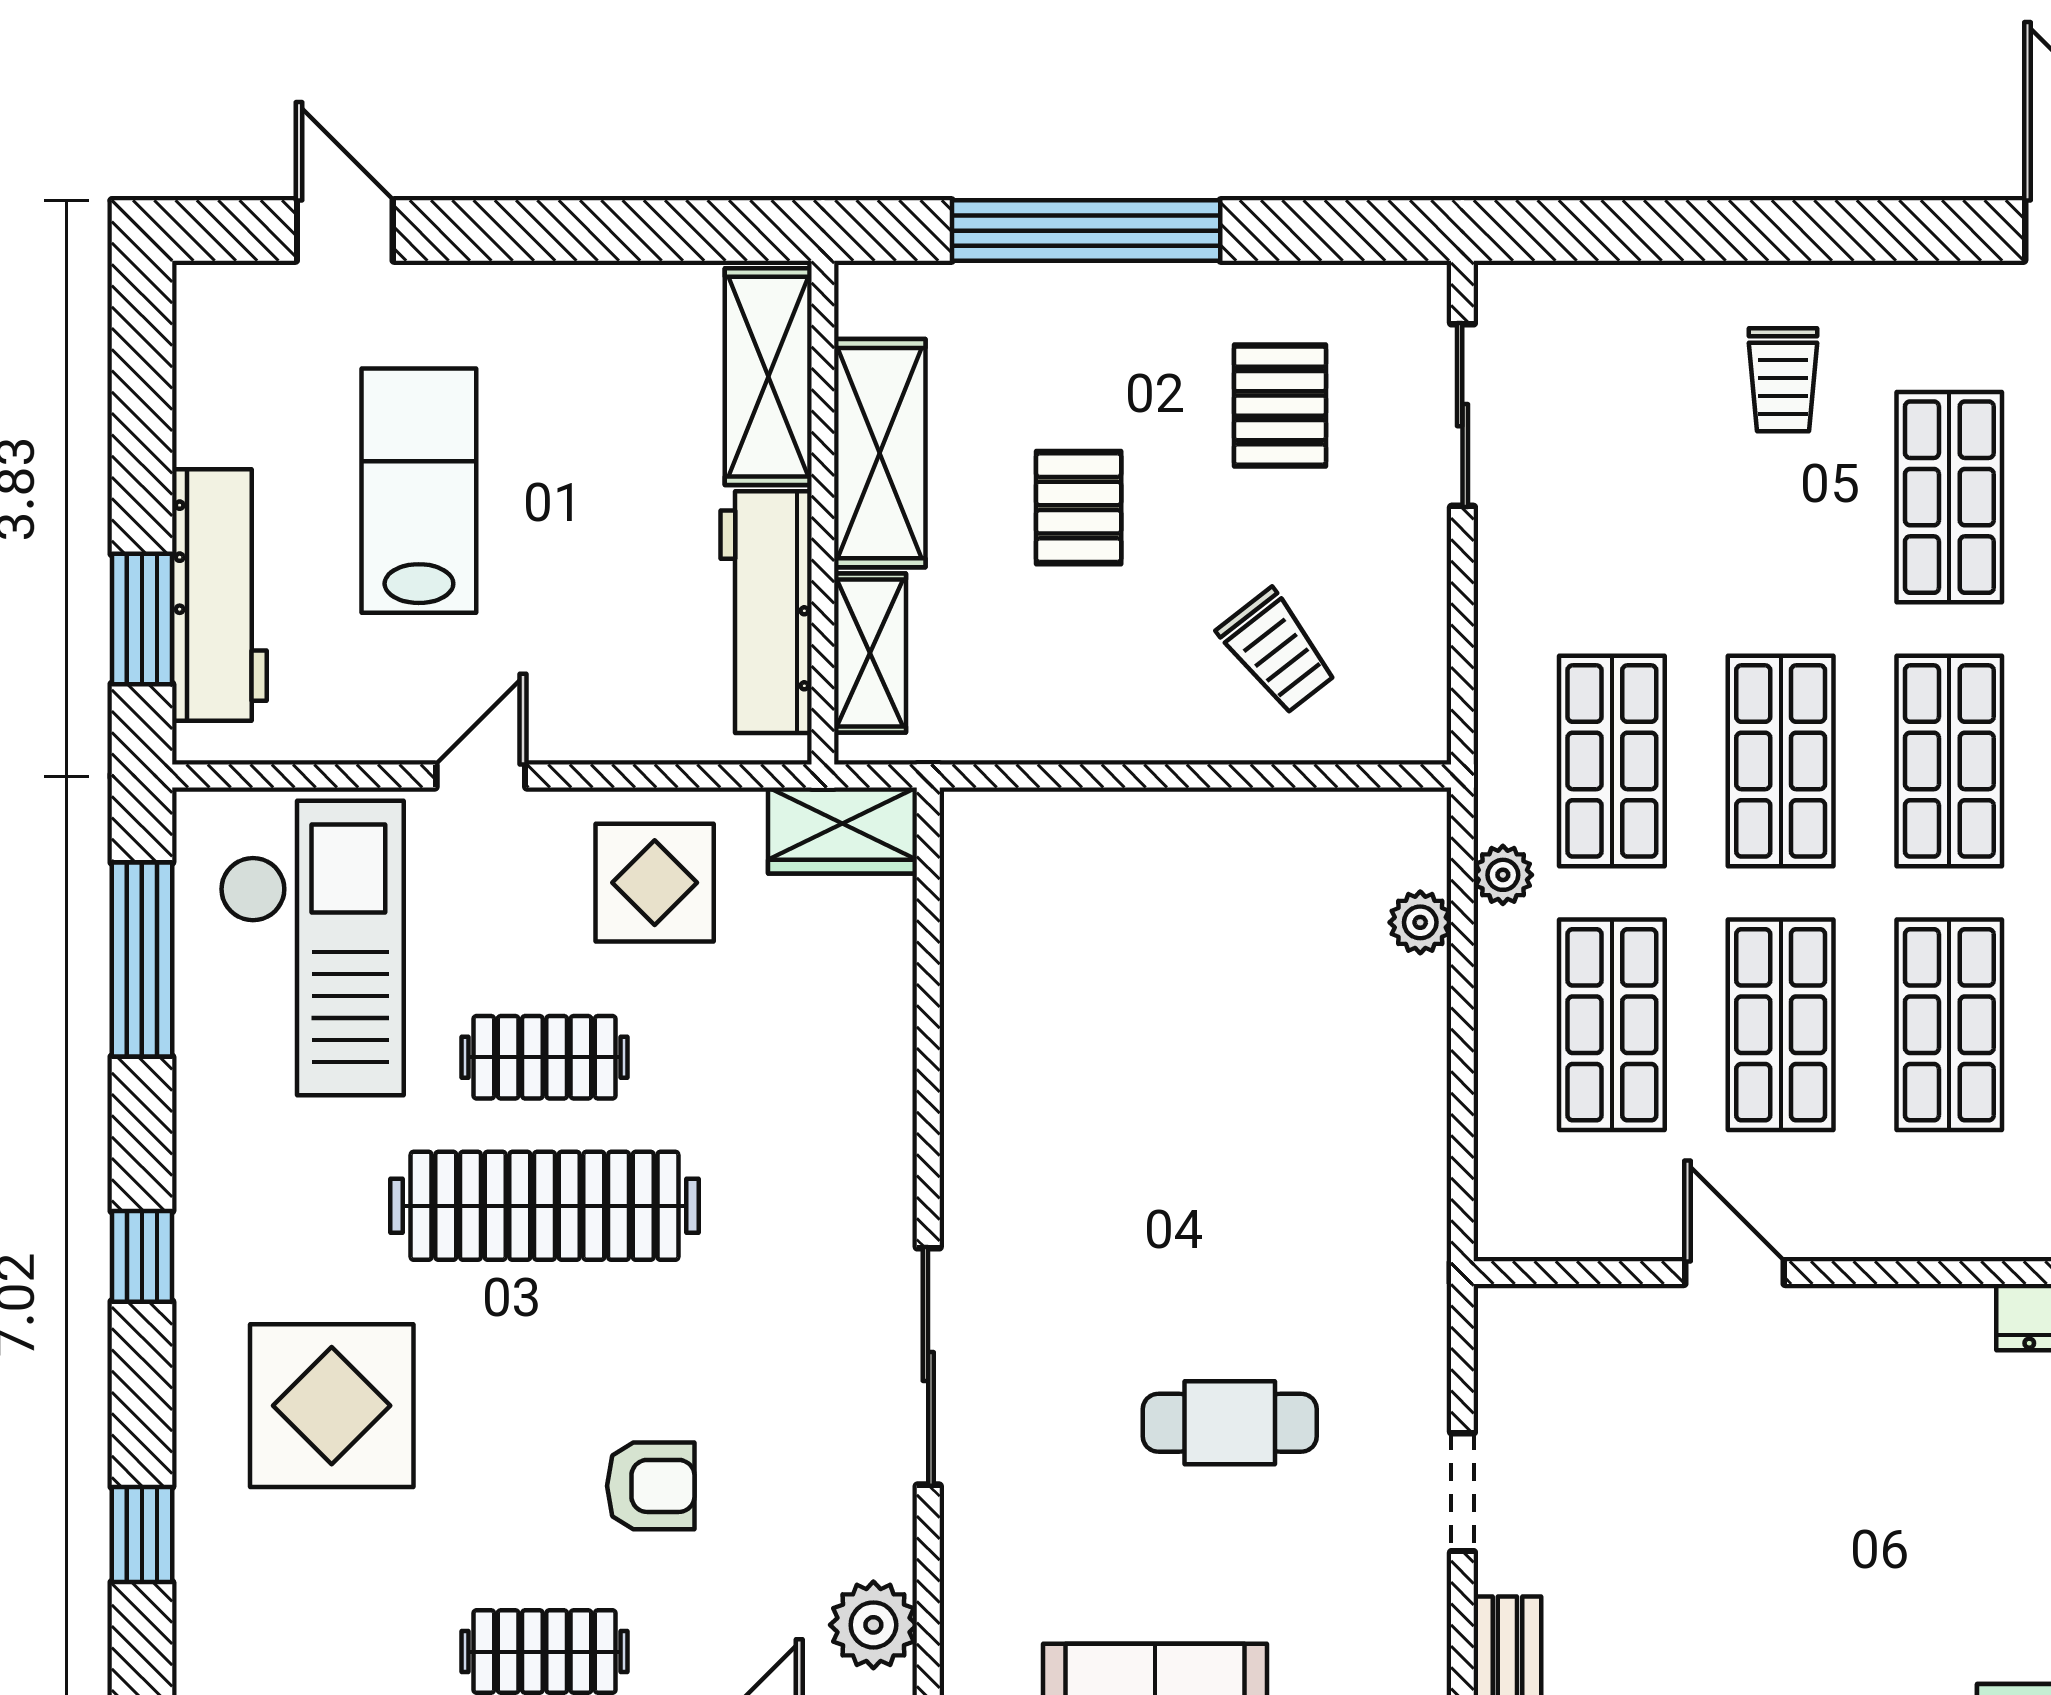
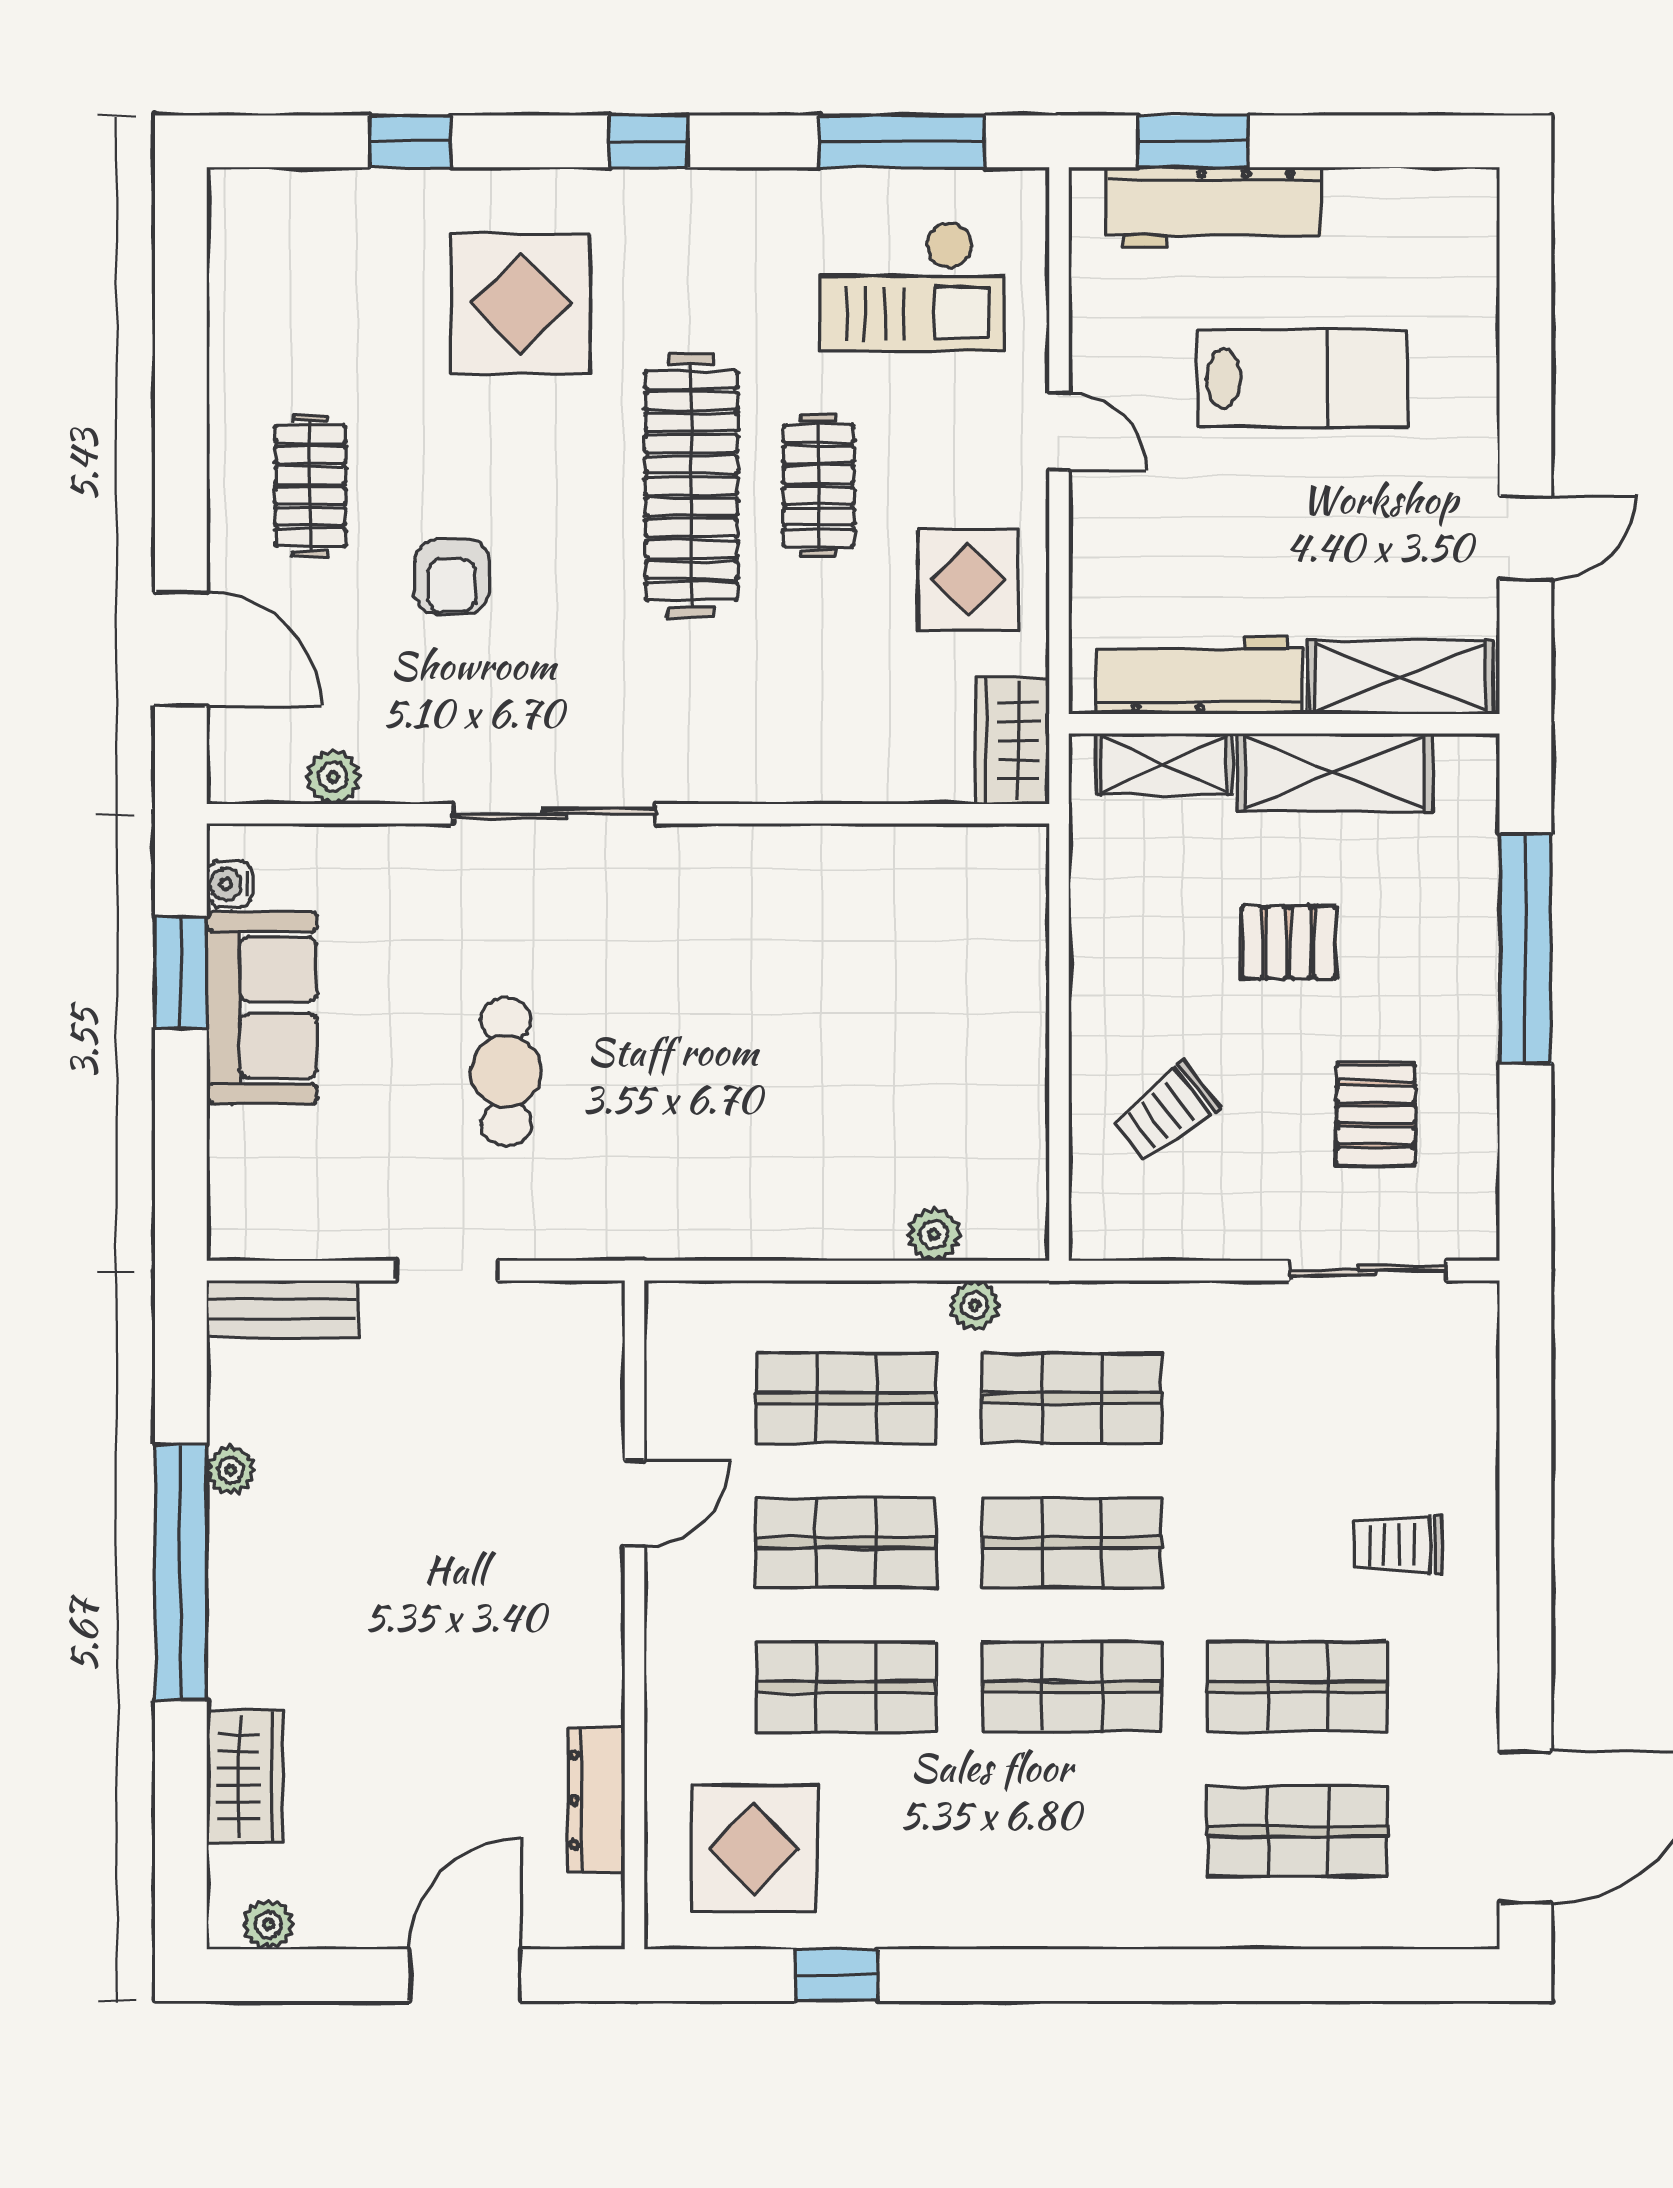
door: (345, 231) -> (1525, 538), moved
pallet: (1280, 406) -> (1376, 1115), turned 90
checkout: (312, 948) -> (912, 287), width x0.73, depth x0.83
plant: (873, 1625) -> (333, 777), width x0.73, depth x0.73

